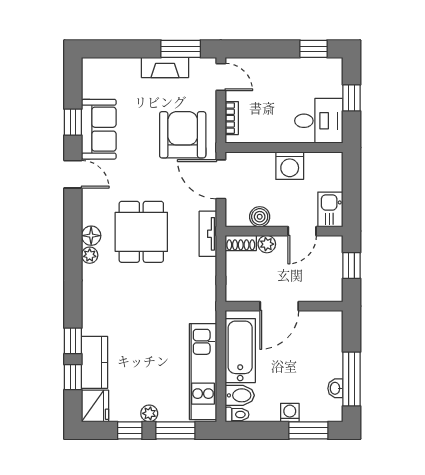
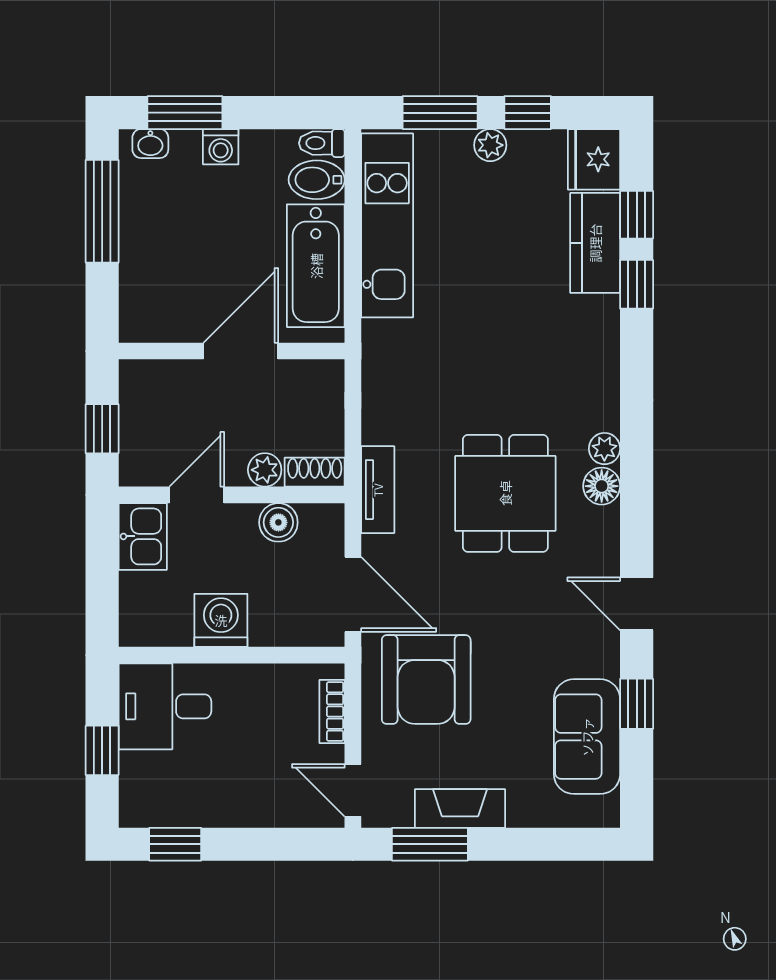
sofa: (99, 129) -> (587, 737), moved
washbasin: (335, 388) -> (150, 144), moved, turned 90

